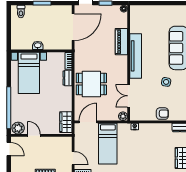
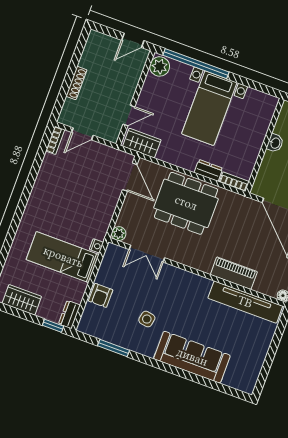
tv unit: (136, 56) -> (245, 302), moved
bed with nightstands: (29, 73) -> (209, 108), moved, turned -90
dining table: (91, 84) -> (186, 203), width x1.38
double door: (129, 96) -> (147, 254), swing flipped
door: (34, 135) -> (129, 115), moved
bed: (108, 144) -> (63, 257), moved

